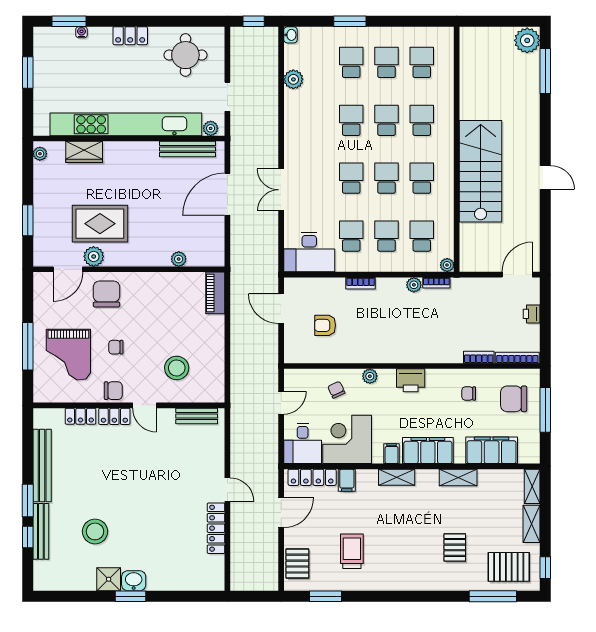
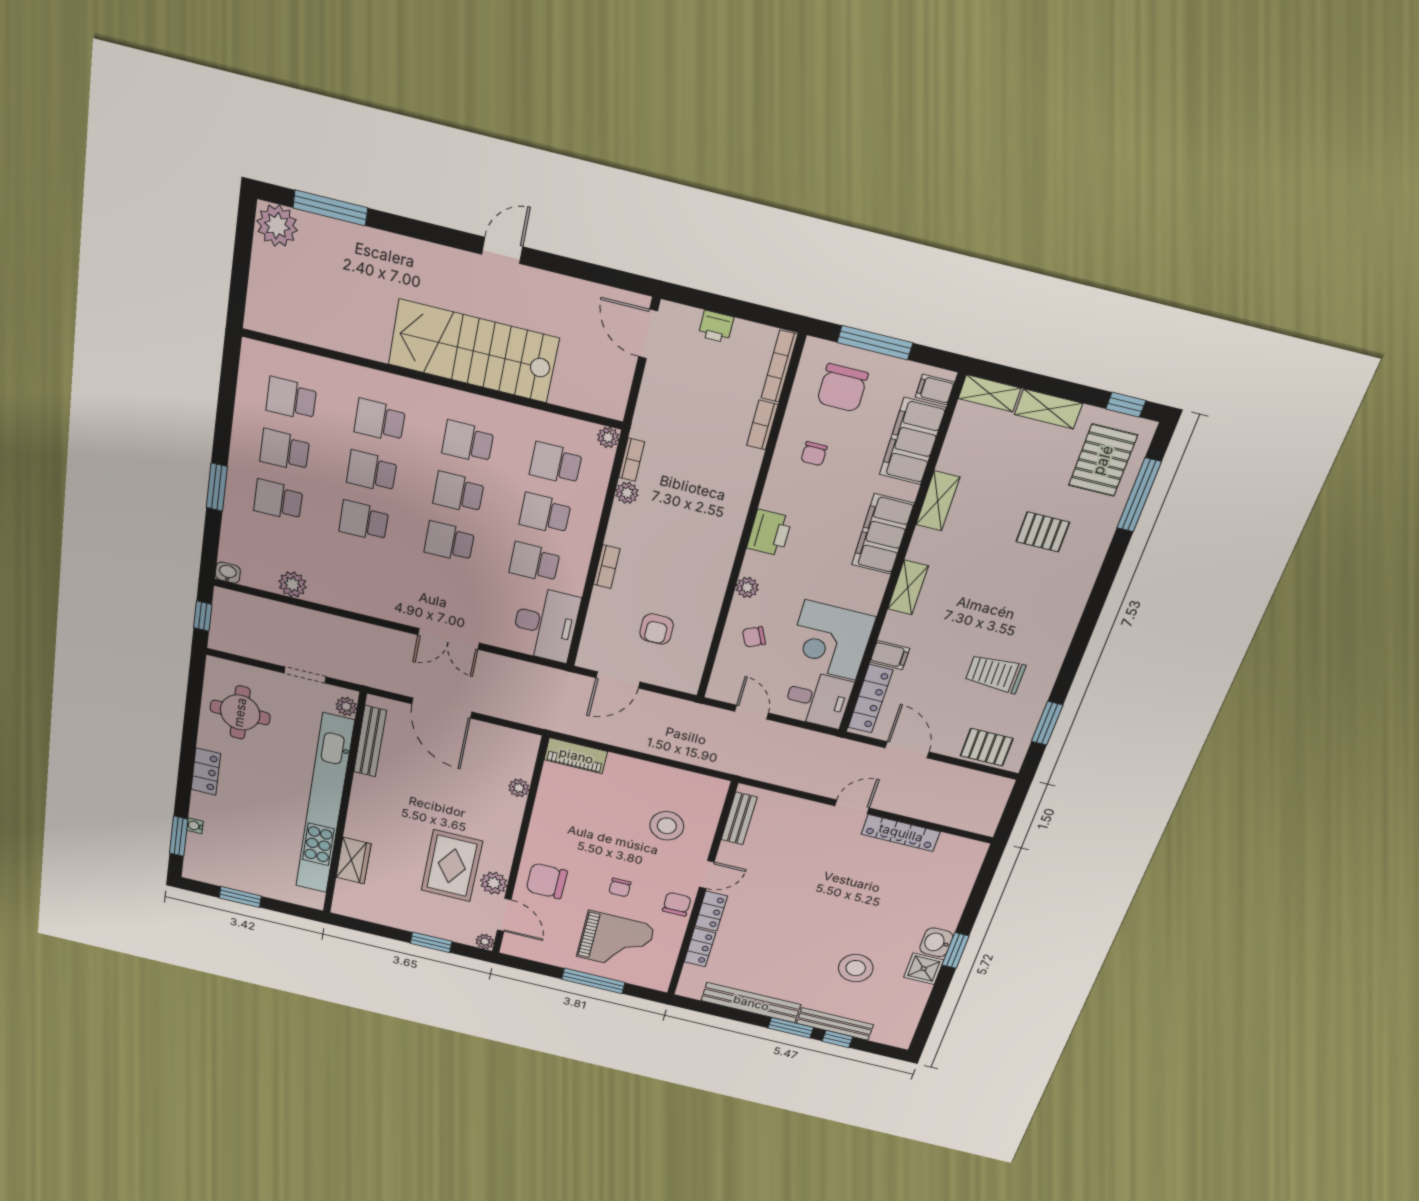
plant: (40, 154) -> (485, 942), moved
filing cabinet: (392, 454) -> (935, 390), moved

